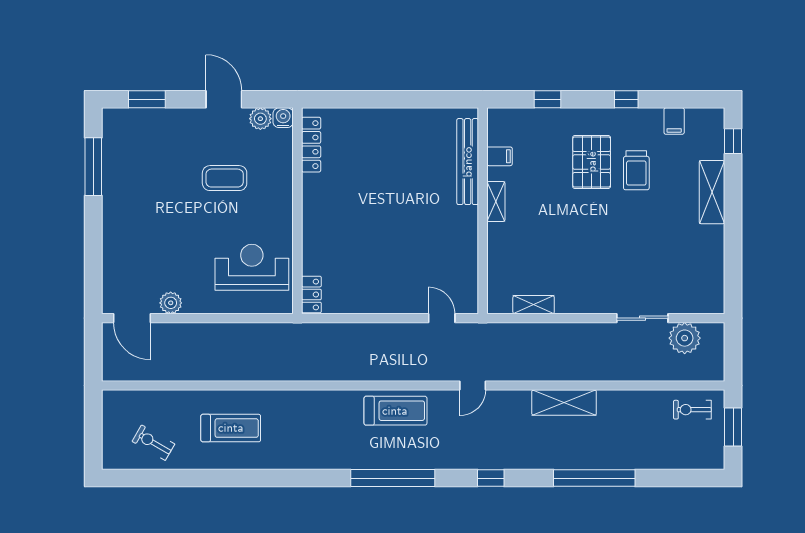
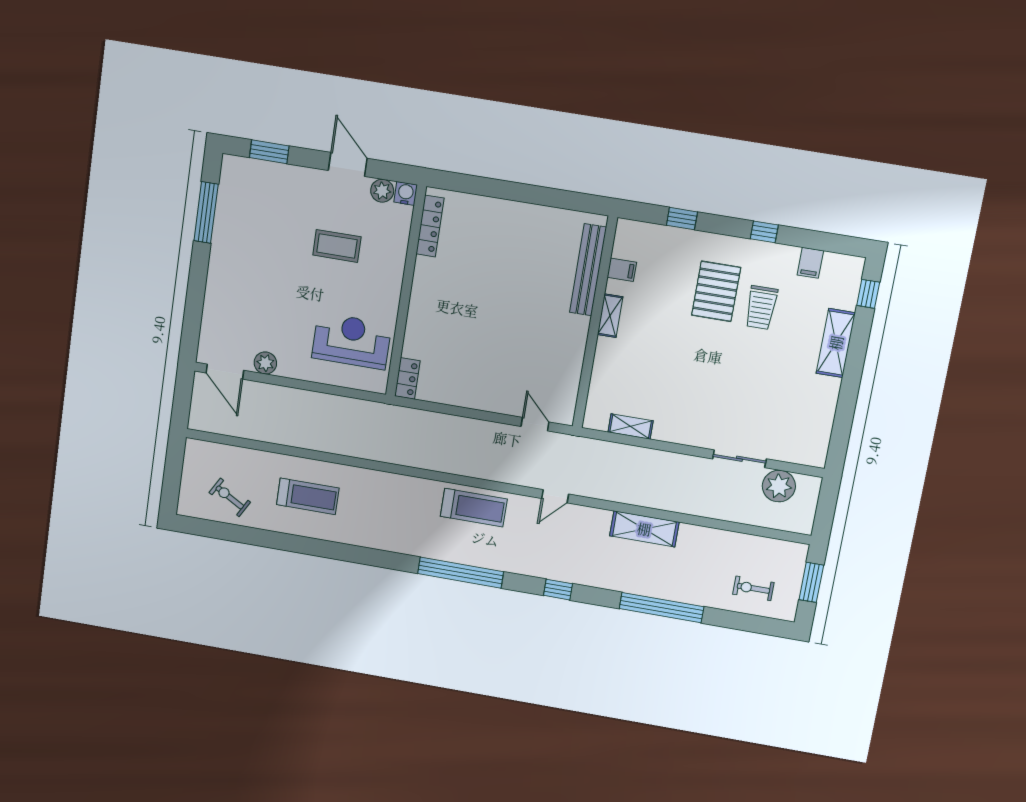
exercise bike: (692, 410) -> (753, 588), moved

